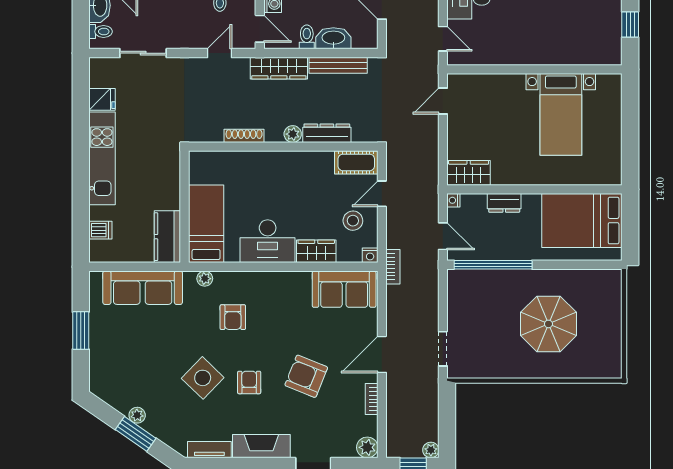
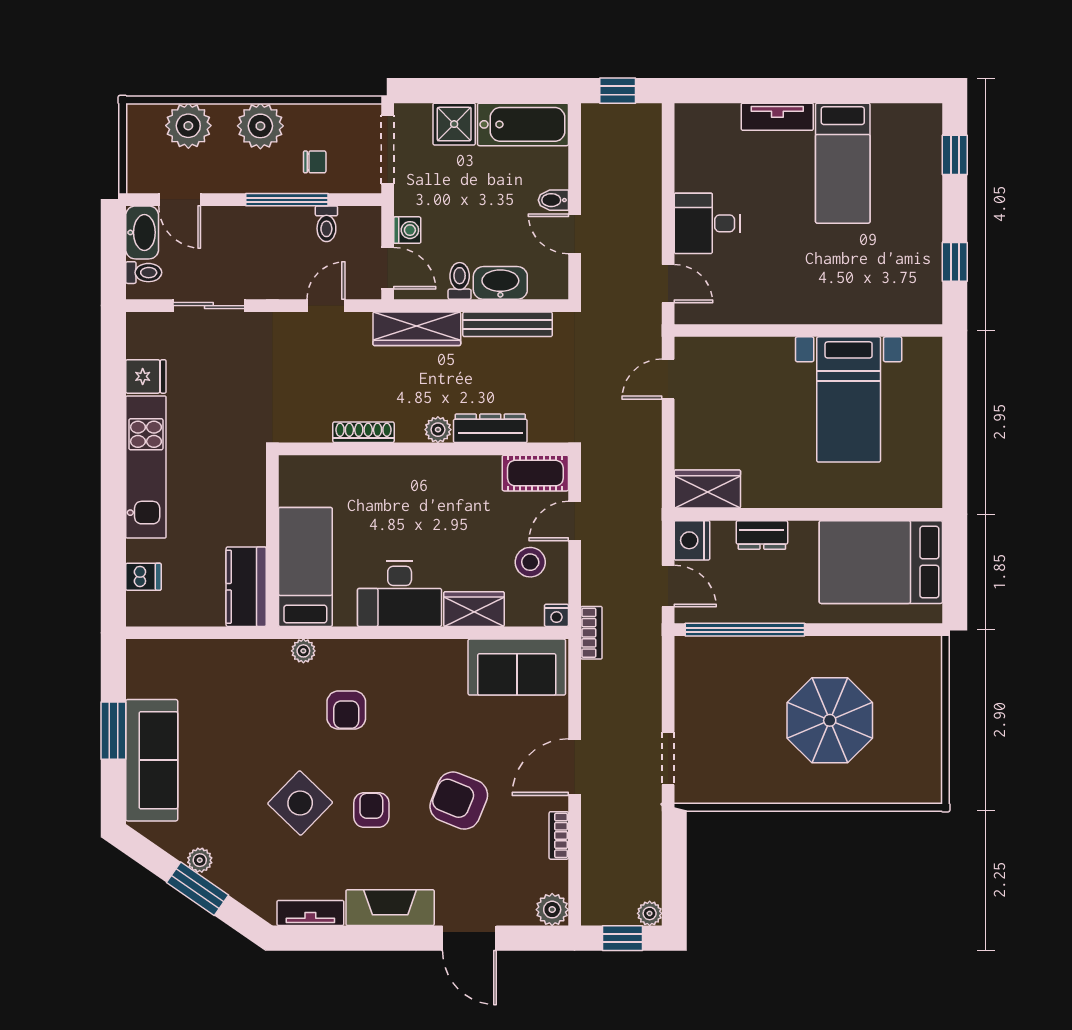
nightstand: (453, 200) -> (692, 540), width x1.89, depth x1.79
sofa: (143, 288) -> (152, 760), moved, turned -90

